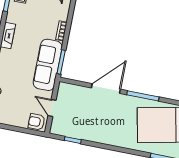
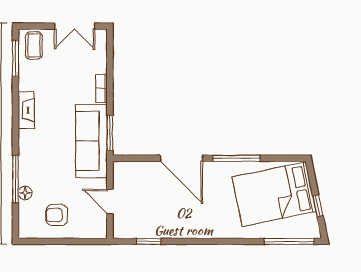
door: (106, 89) -> (181, 158), swing flipped
armchair: (37, 122) -> (57, 215), moved

